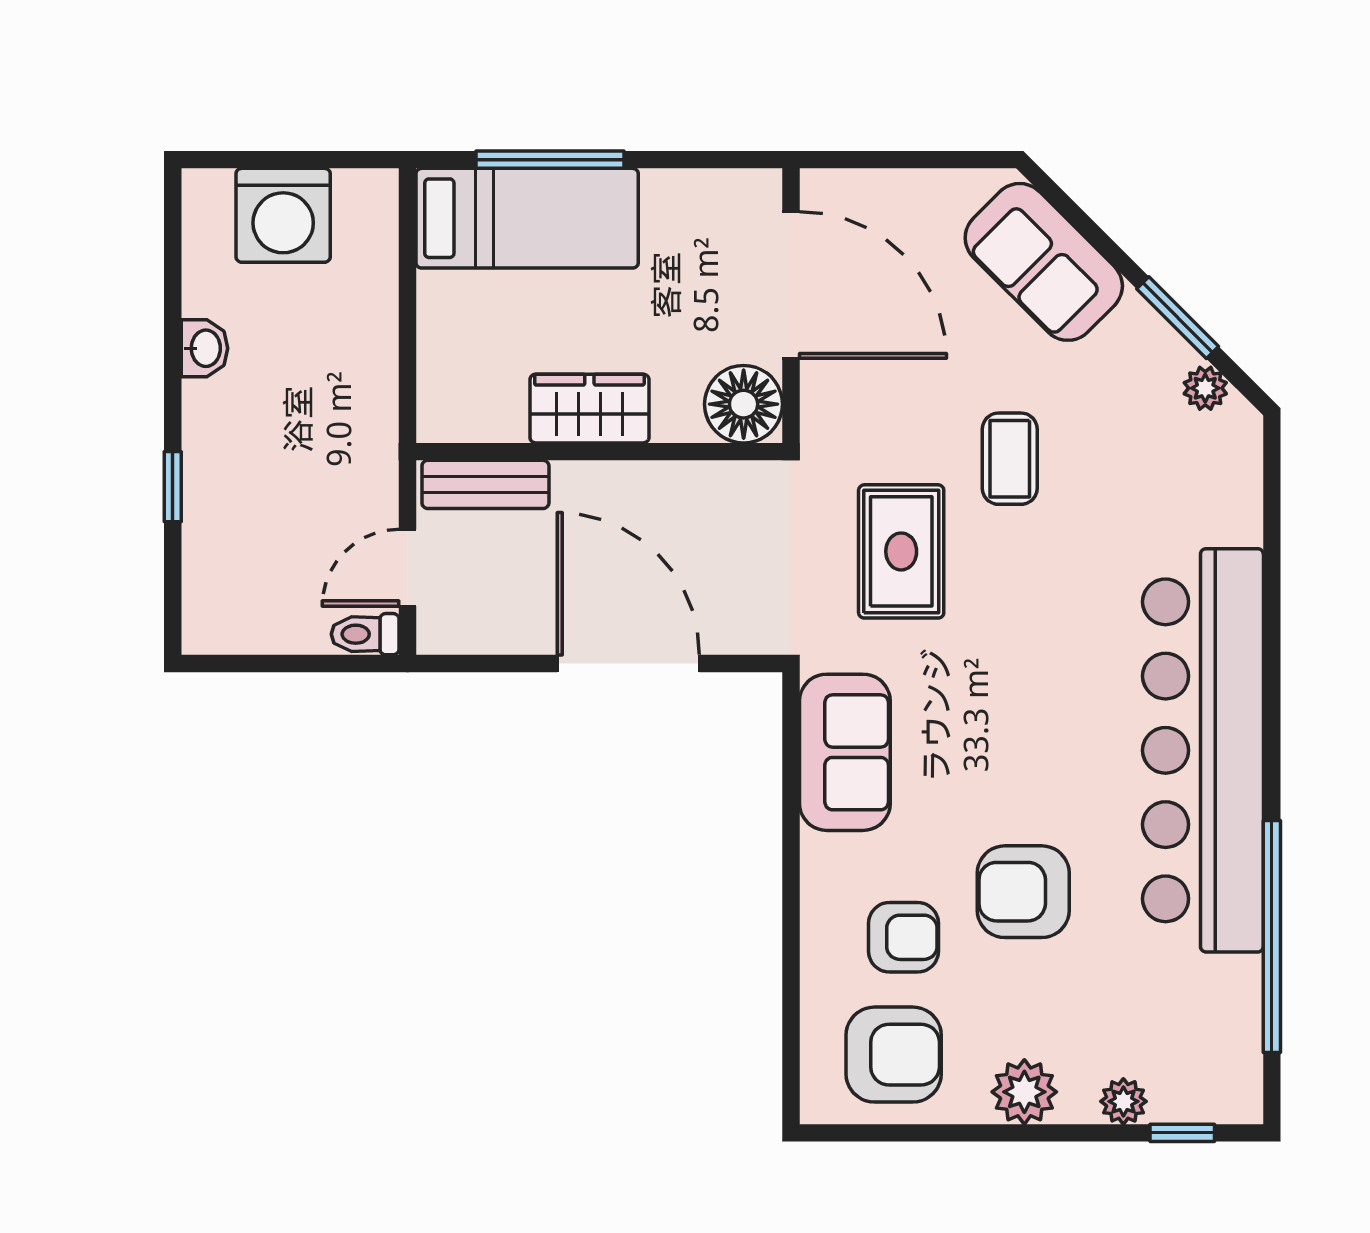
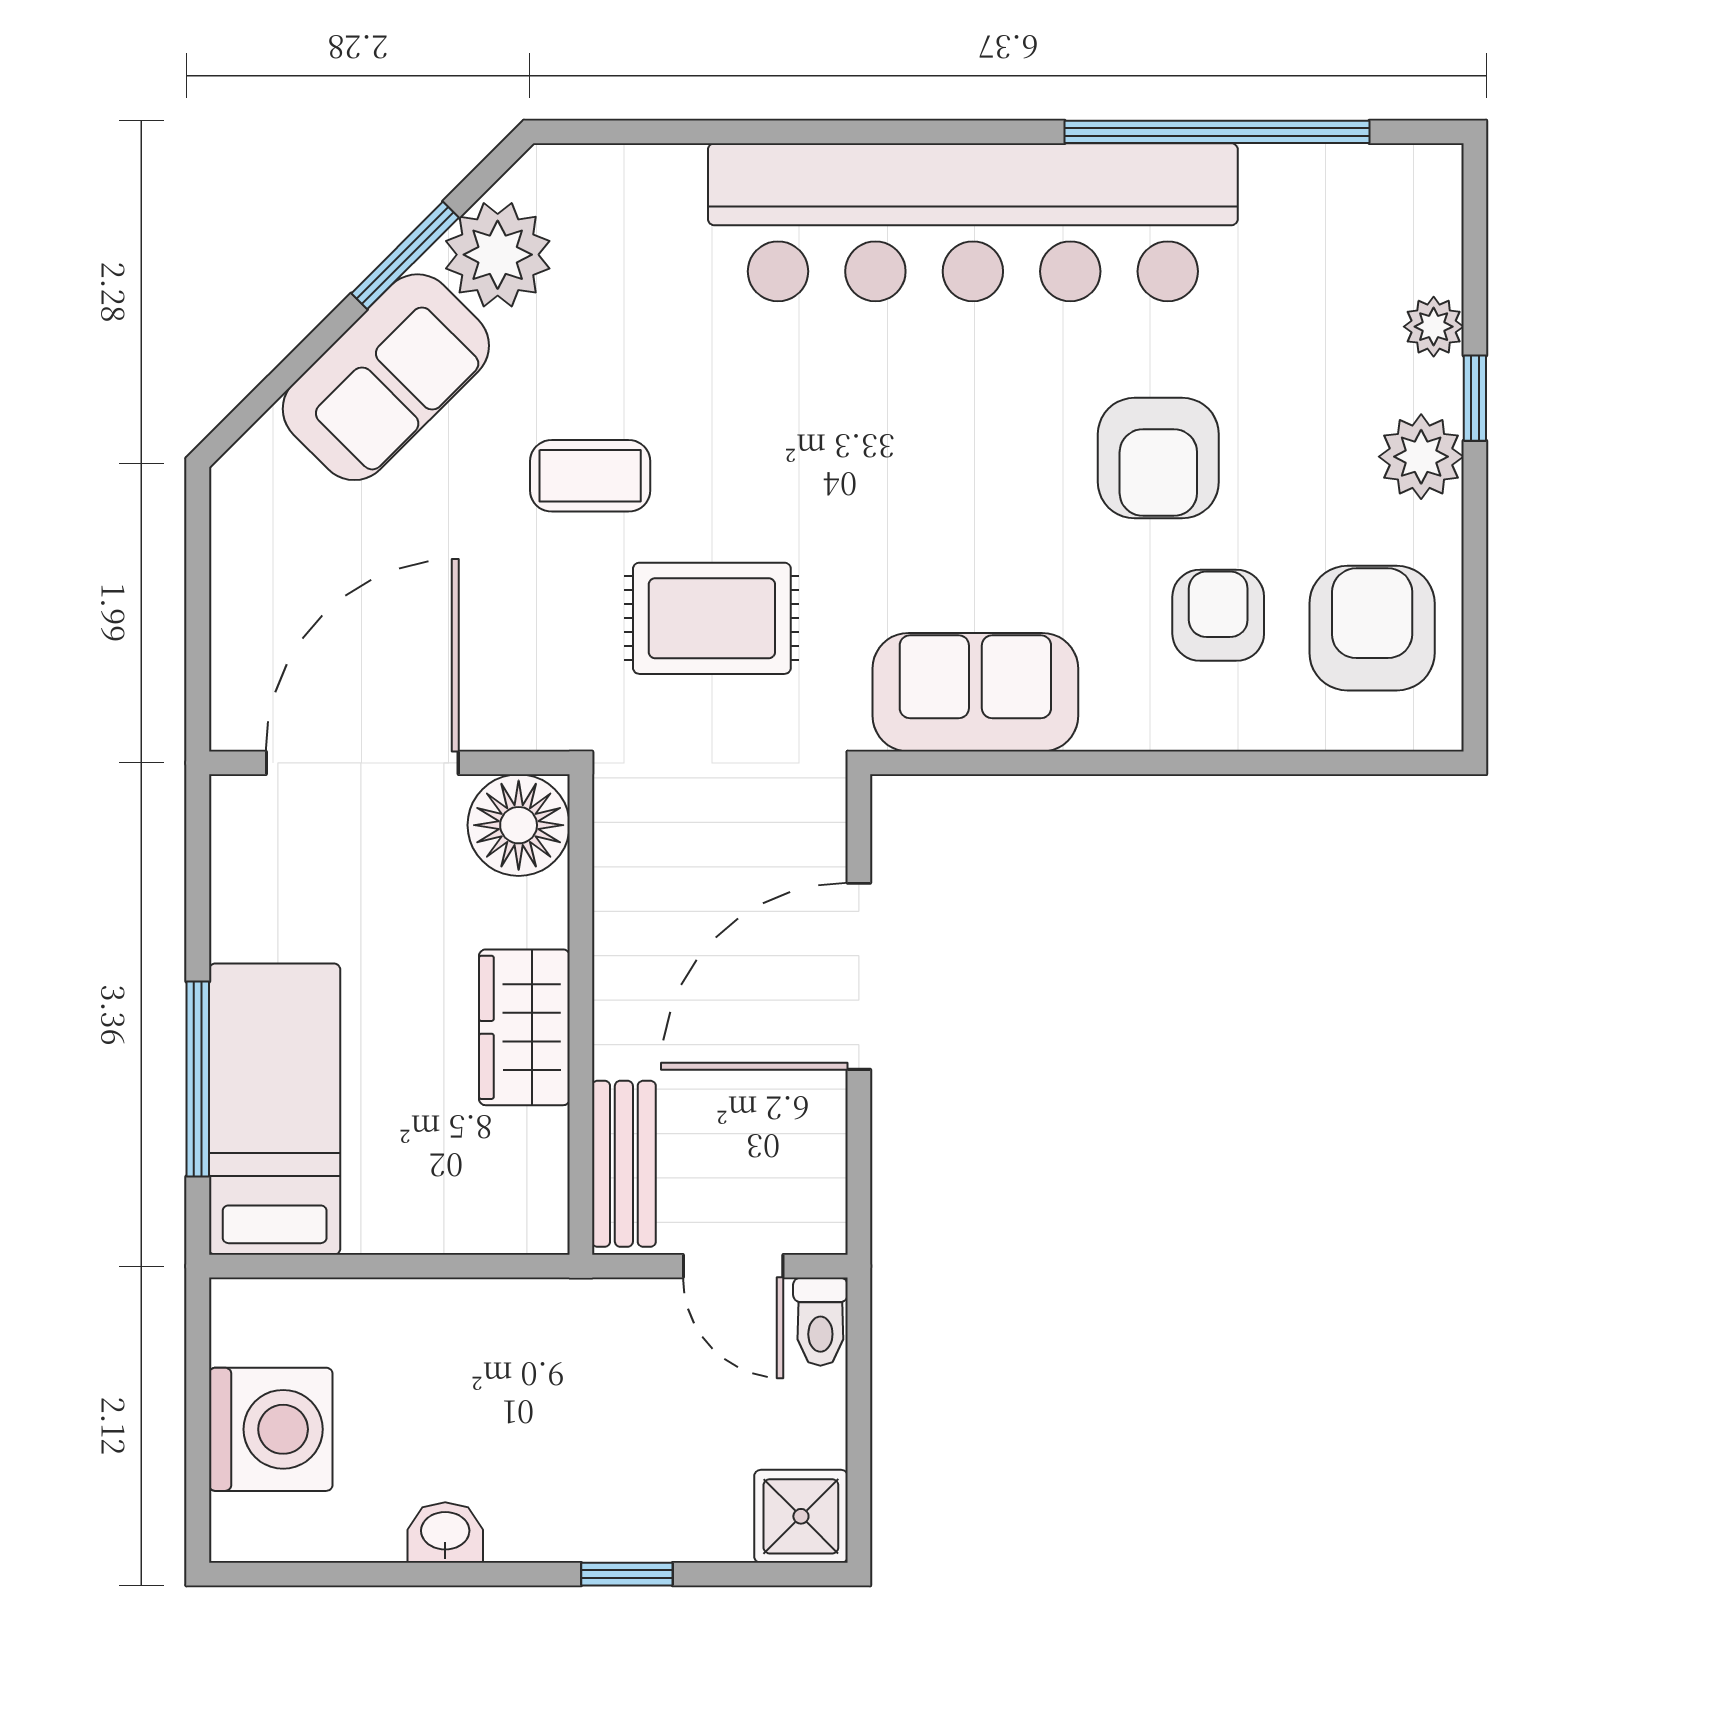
sofa: (1044, 262) -> (386, 377), moved
plant: (1205, 388) -> (498, 255), width x1.88, depth x1.88
shower: (217, 619) -> (801, 1516), added
window: (1182, 1133) -> (1475, 398), moved

